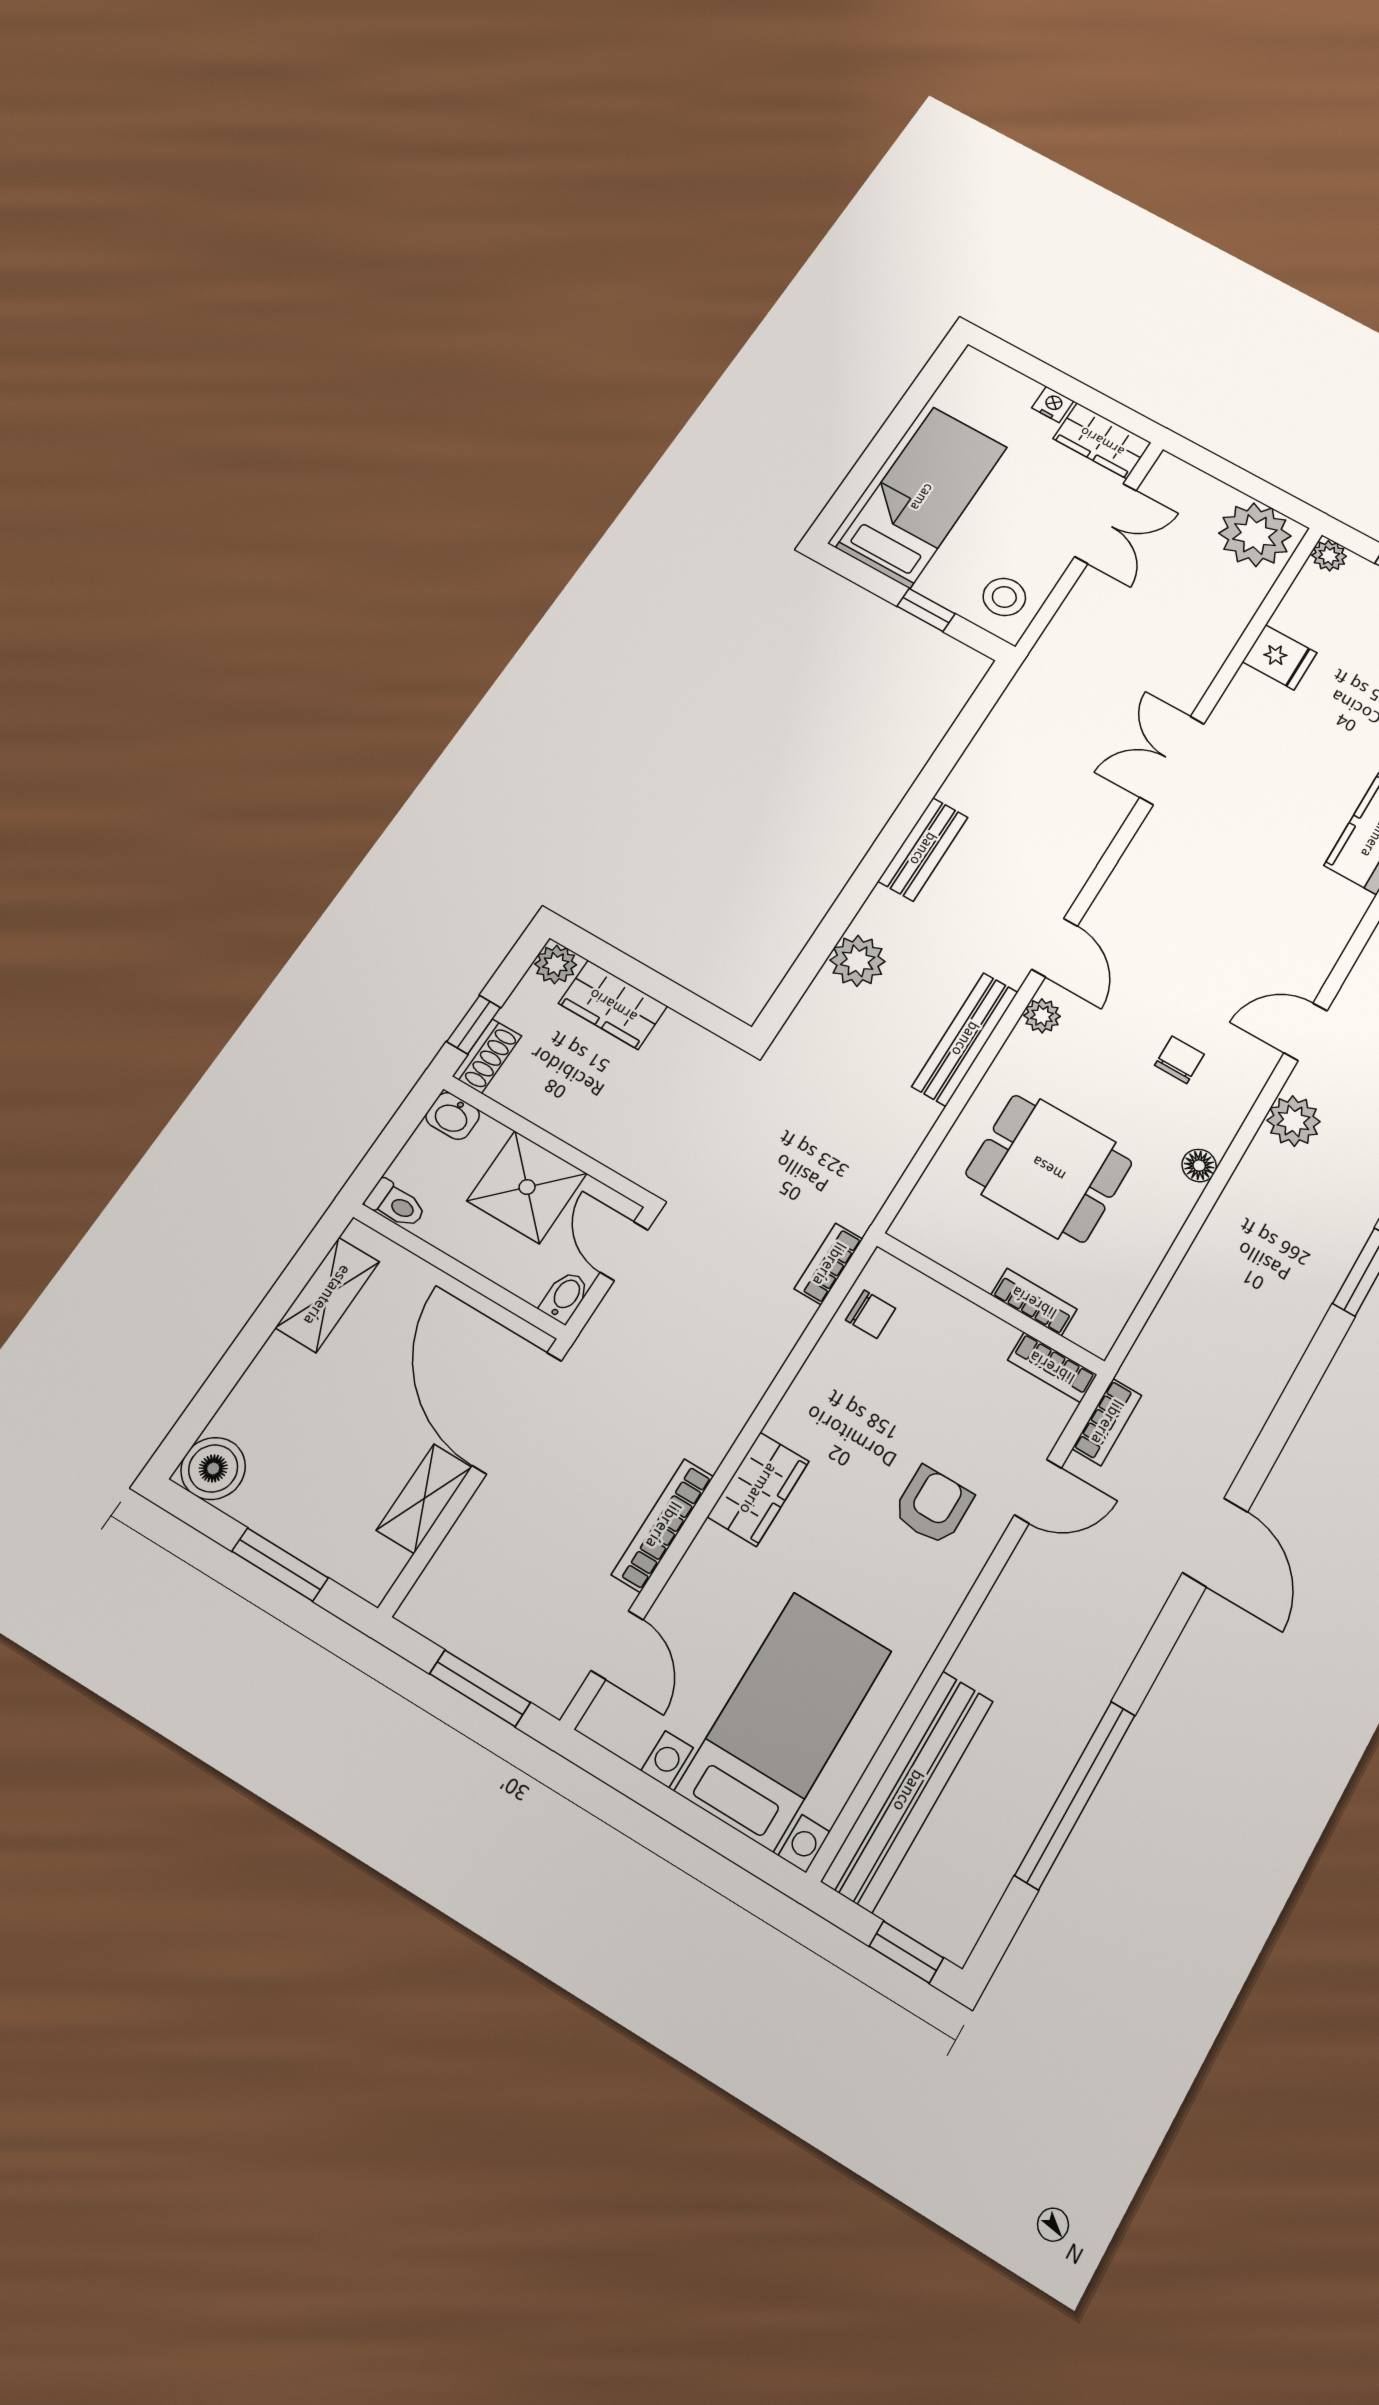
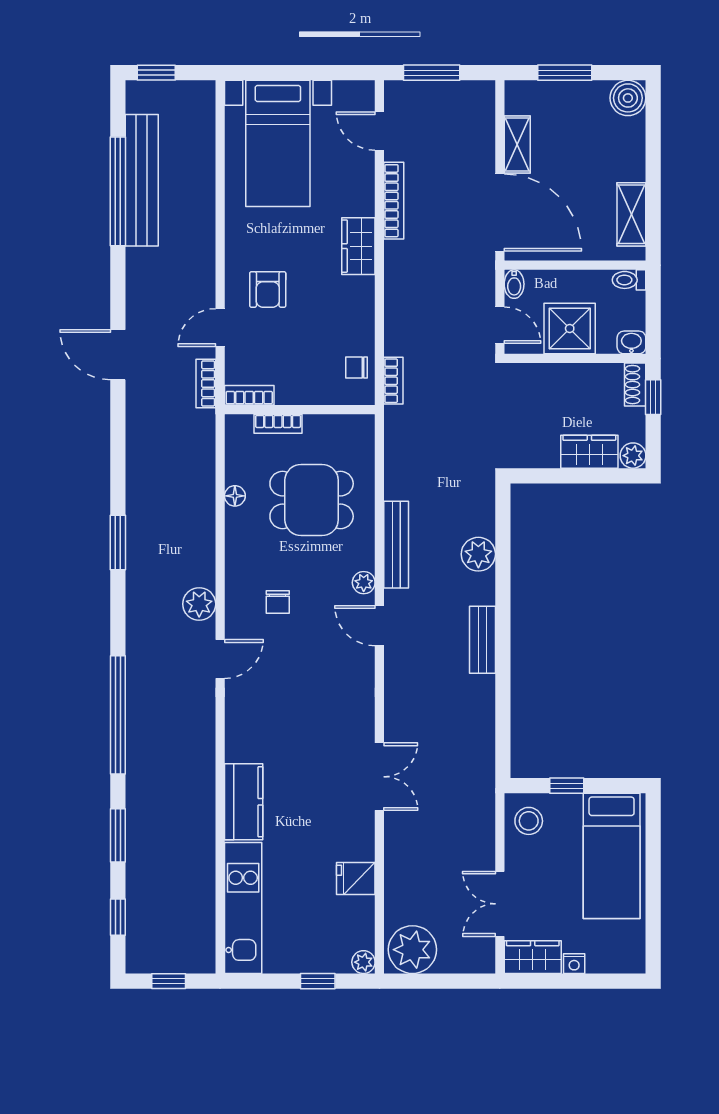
floor lamp: (1199, 1166) -> (235, 496), moved
bench: (908, 1791) -> (142, 180), moved

